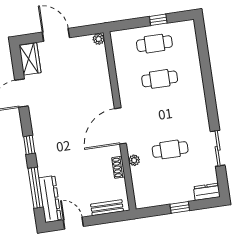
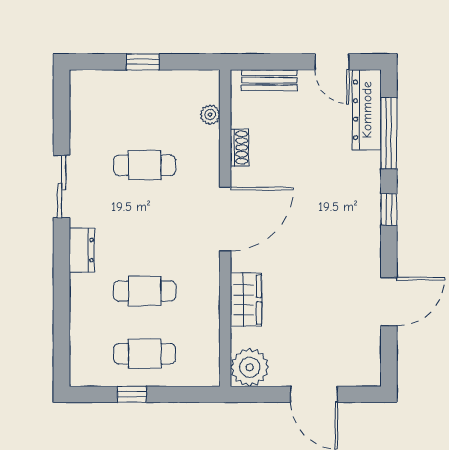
plant: (99, 39) -> (250, 367), width x1.88, depth x1.88
wardrobe: (30, 59) -> (246, 300), moved, turned 180
sliding door: (218, 148) -> (62, 187), moved
plant: (134, 160) -> (210, 115), moved
dresser: (207, 192) -> (82, 250), moved, turned -90

